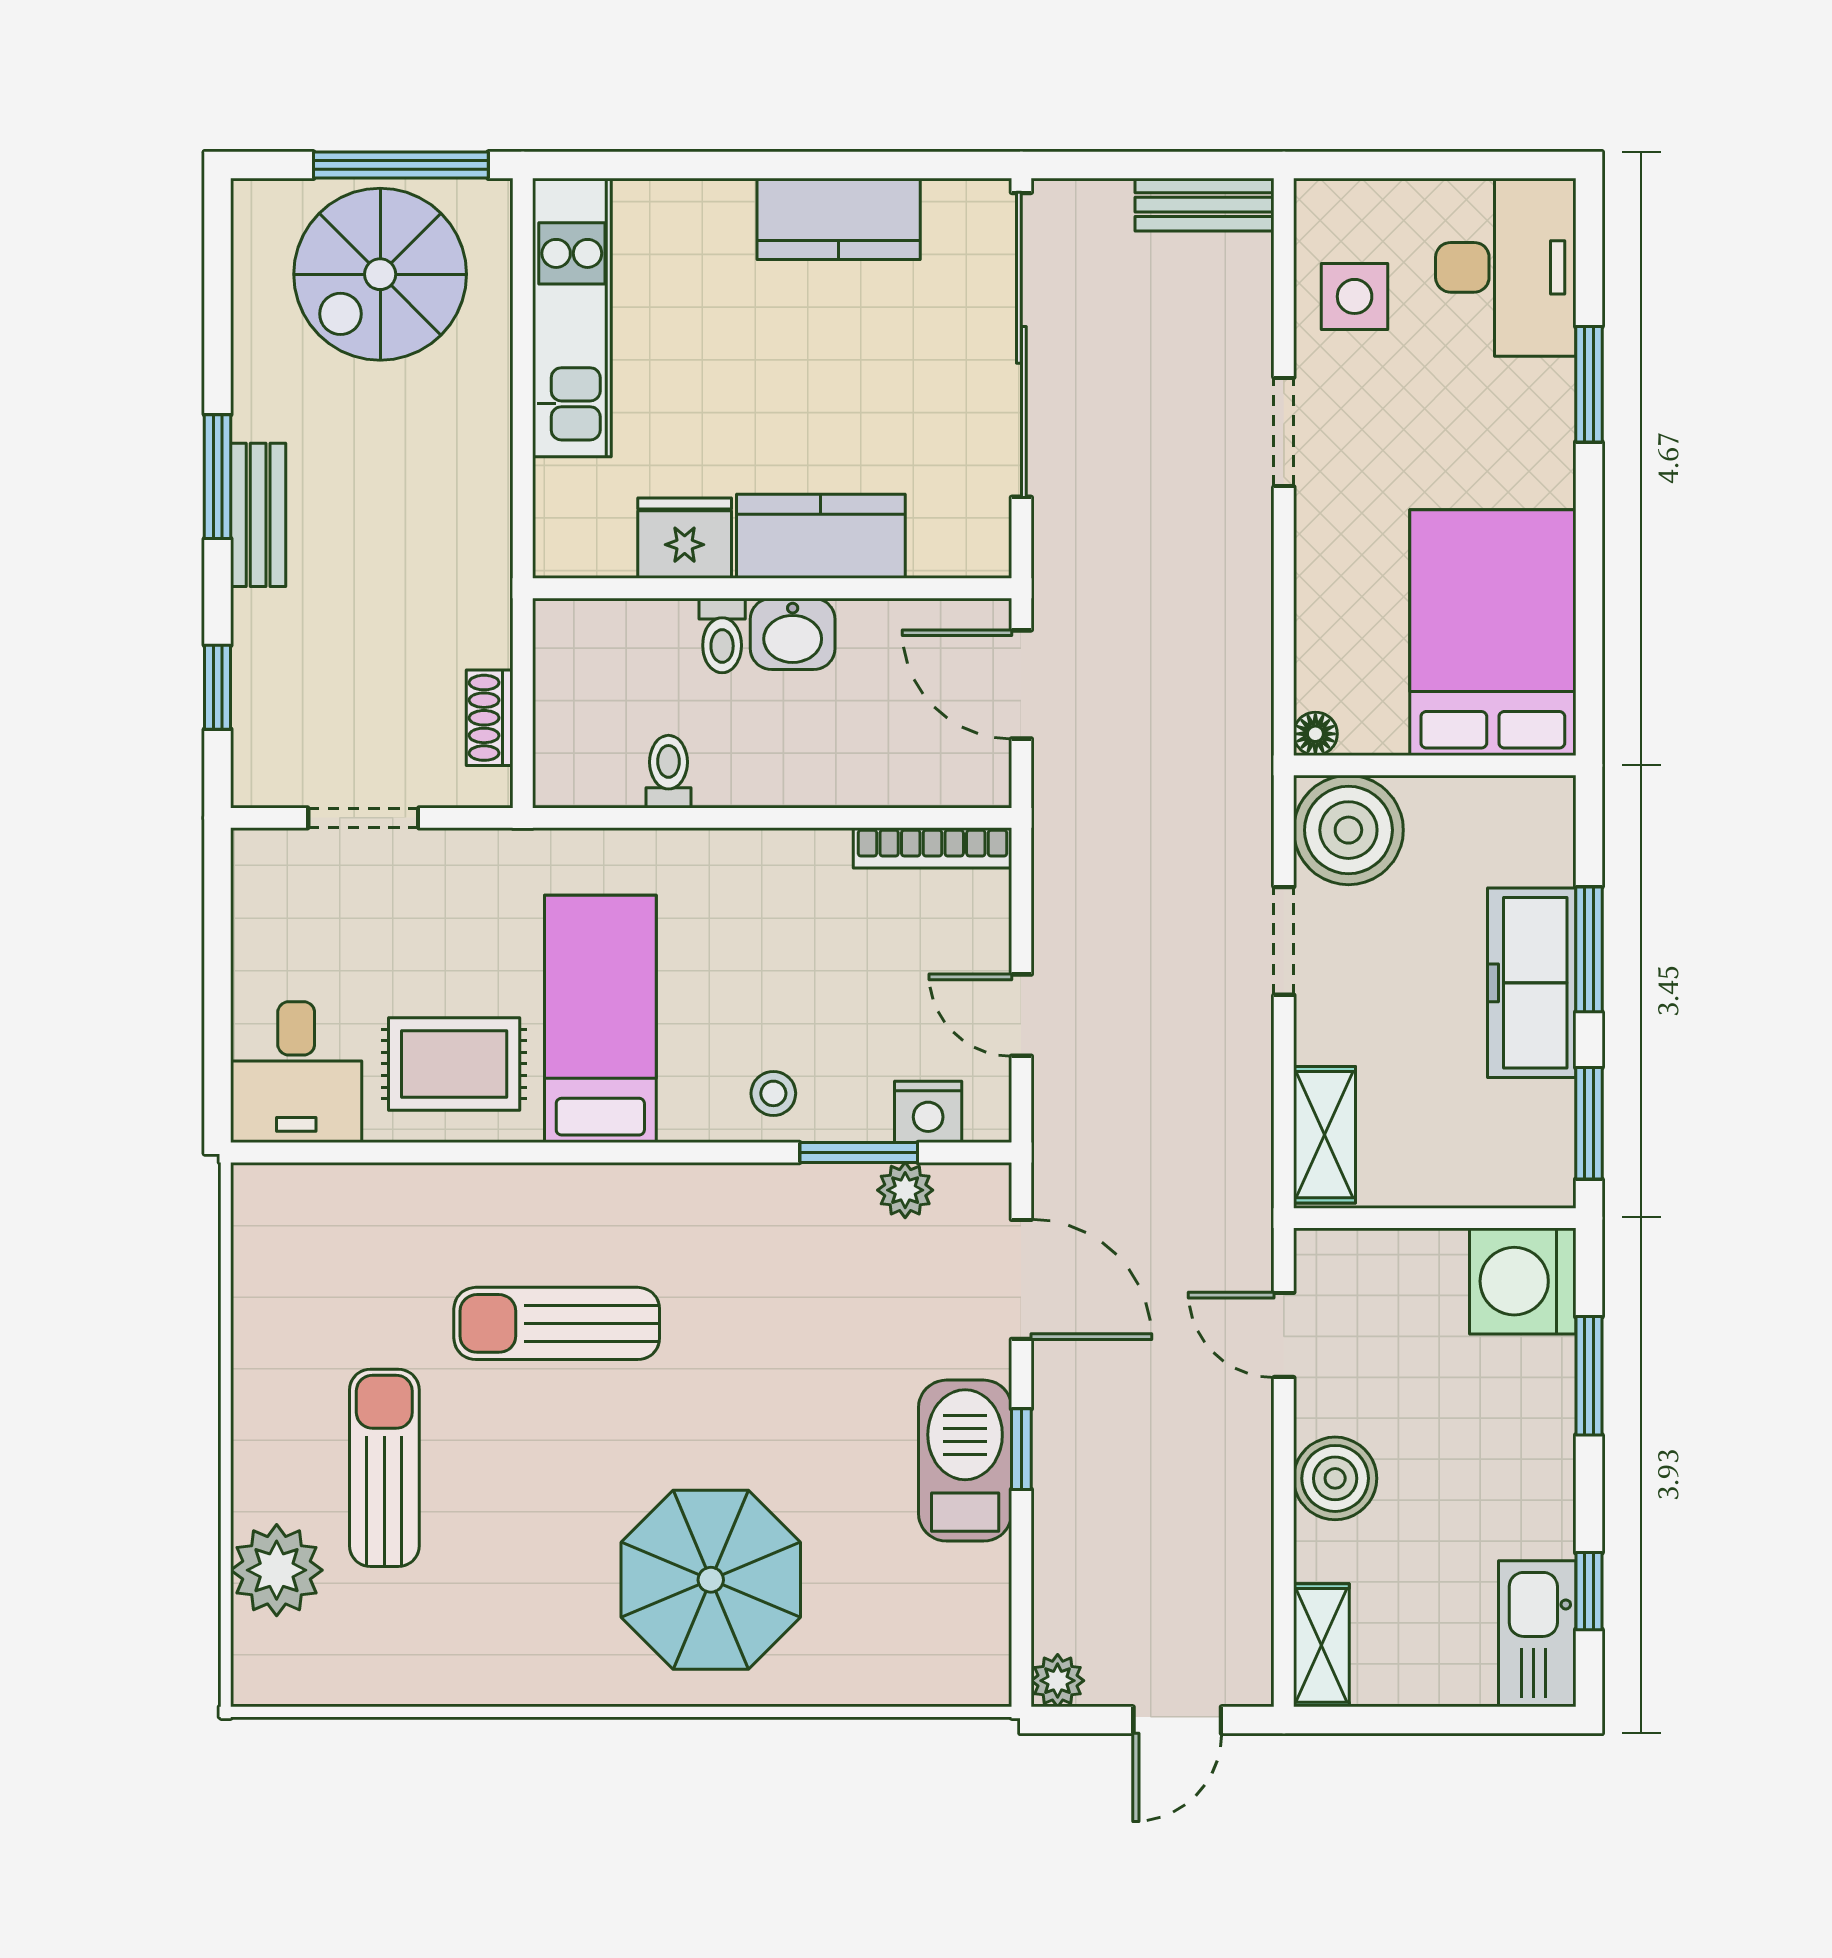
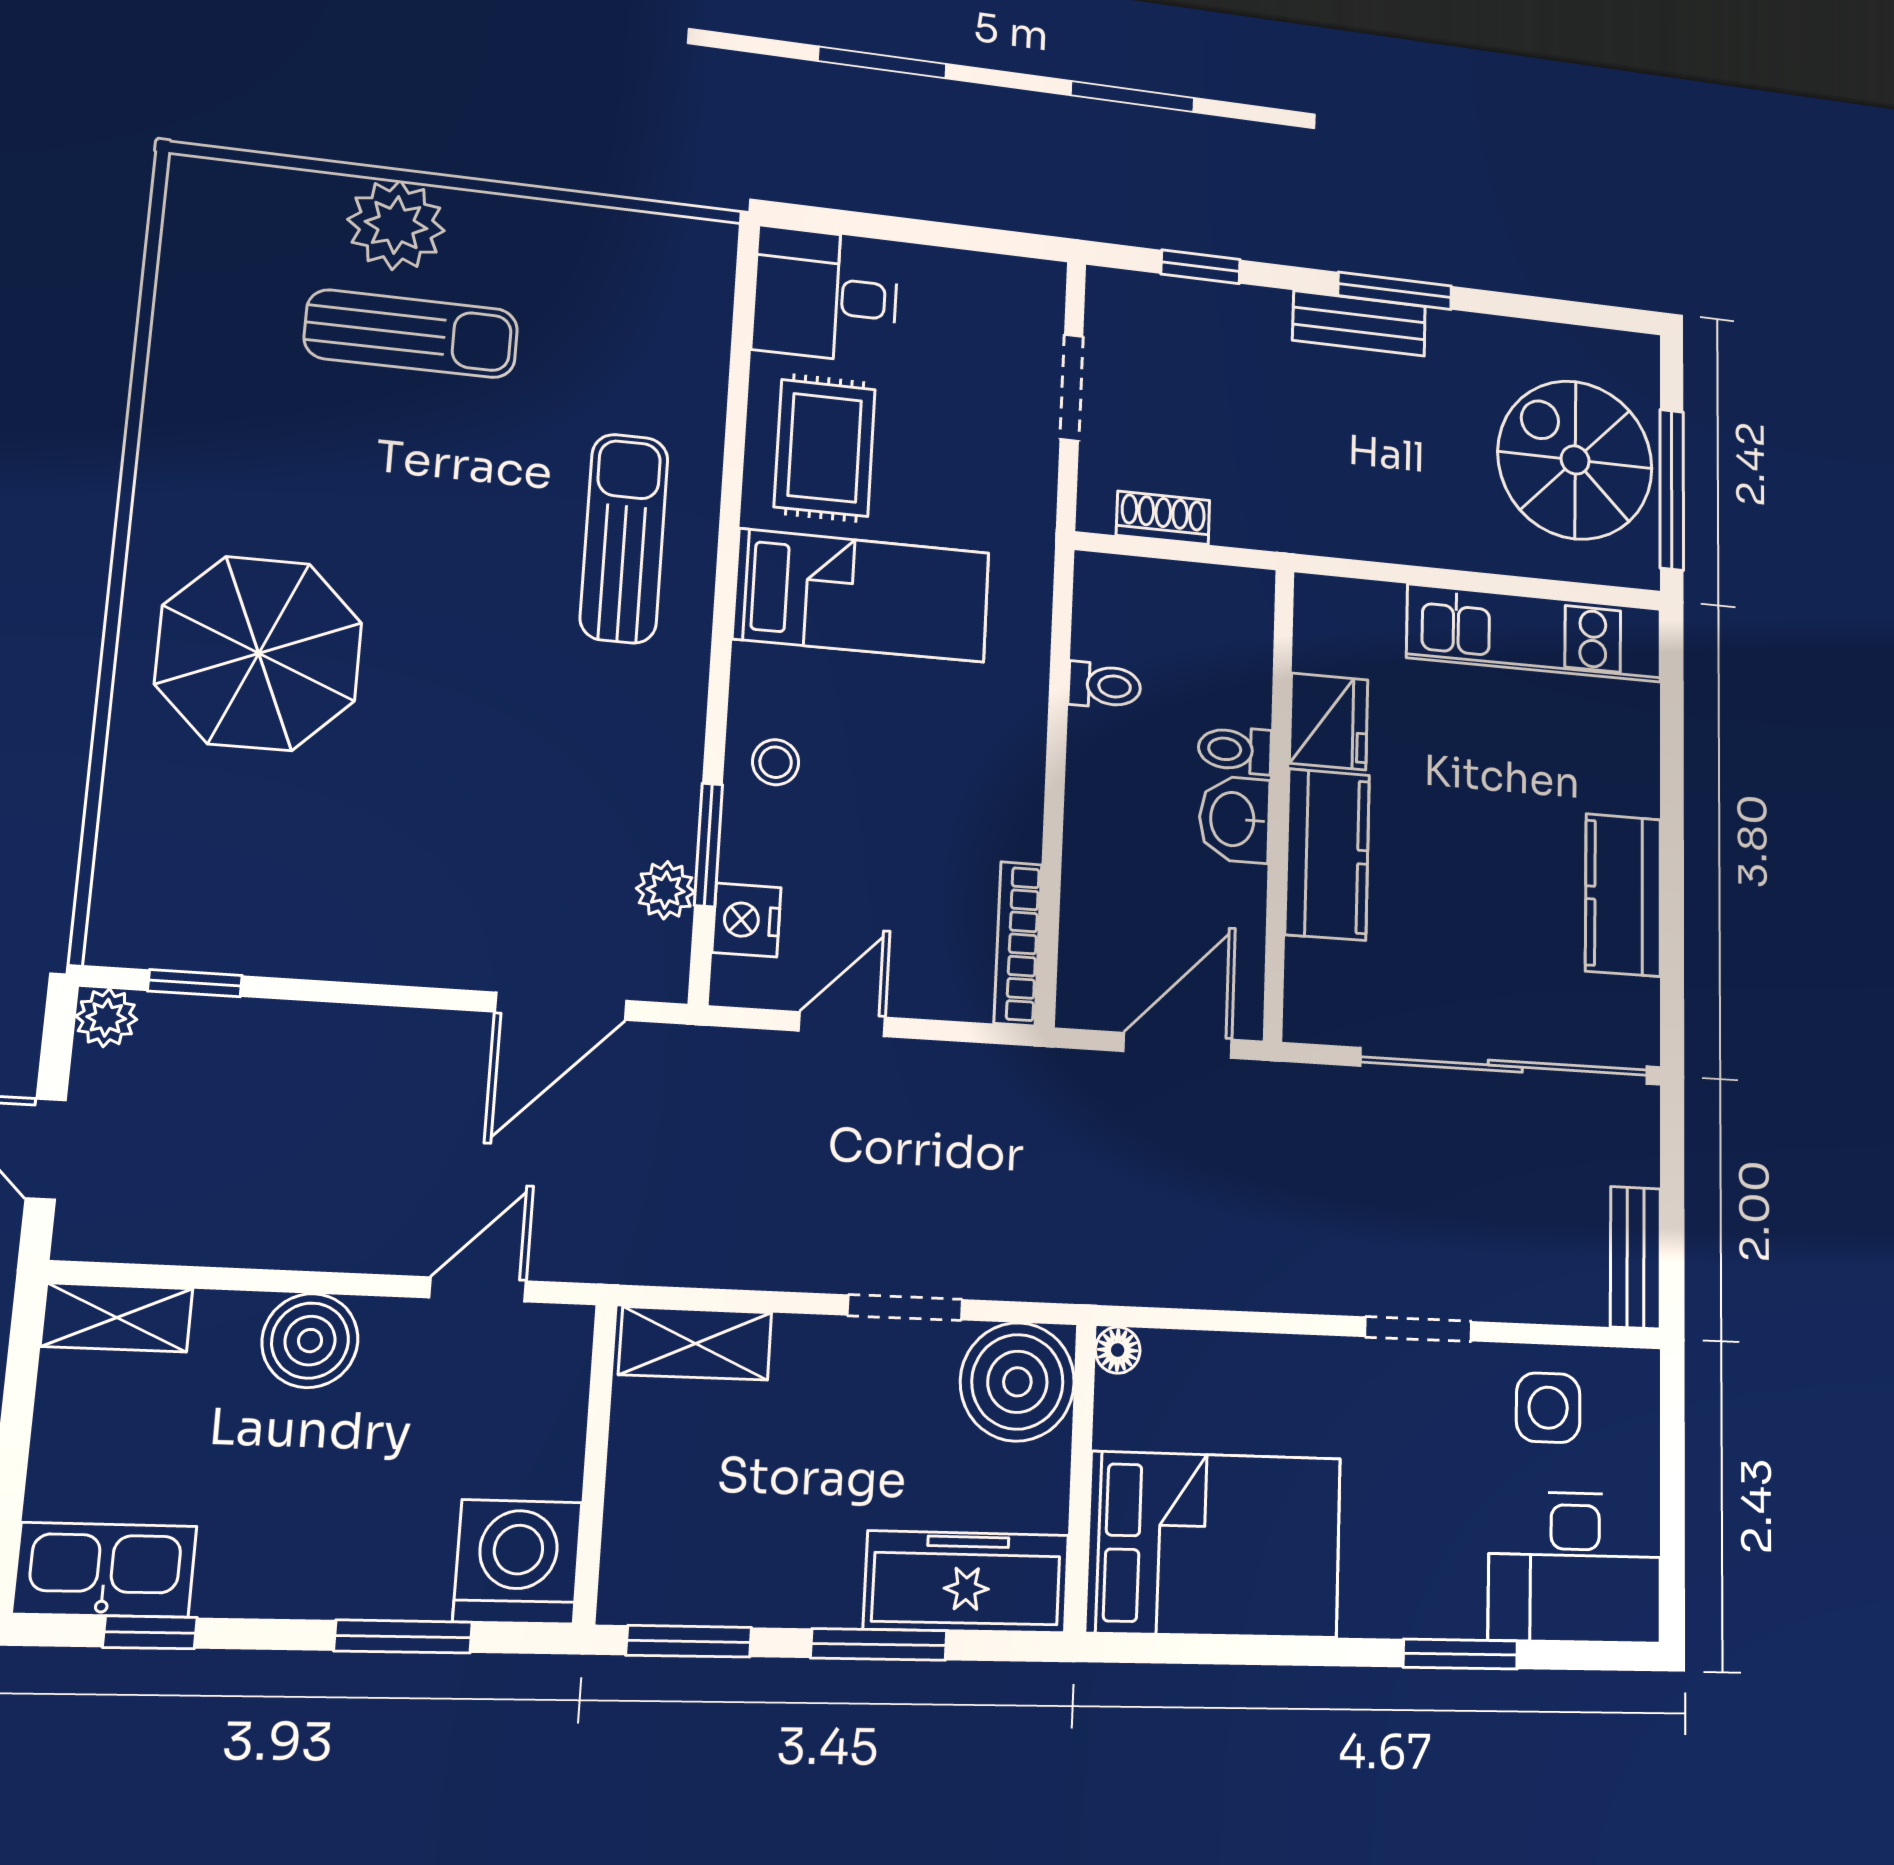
freezer: (1532, 983) -> (967, 1582), moved
sun lounger: (557, 1323) -> (624, 538), moved
window: (1021, 1449) -> (195, 983), moved
barbecue: (965, 1461) -> (367, 933), removed
plant: (277, 1570) -> (396, 225), moved

